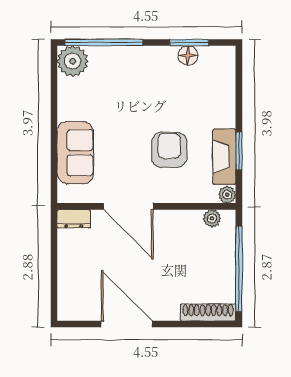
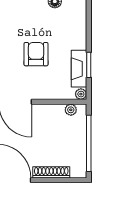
armchair: (169, 150) -> (36, 54), moved
shoe rack: (208, 312) -> (51, 172), moved

